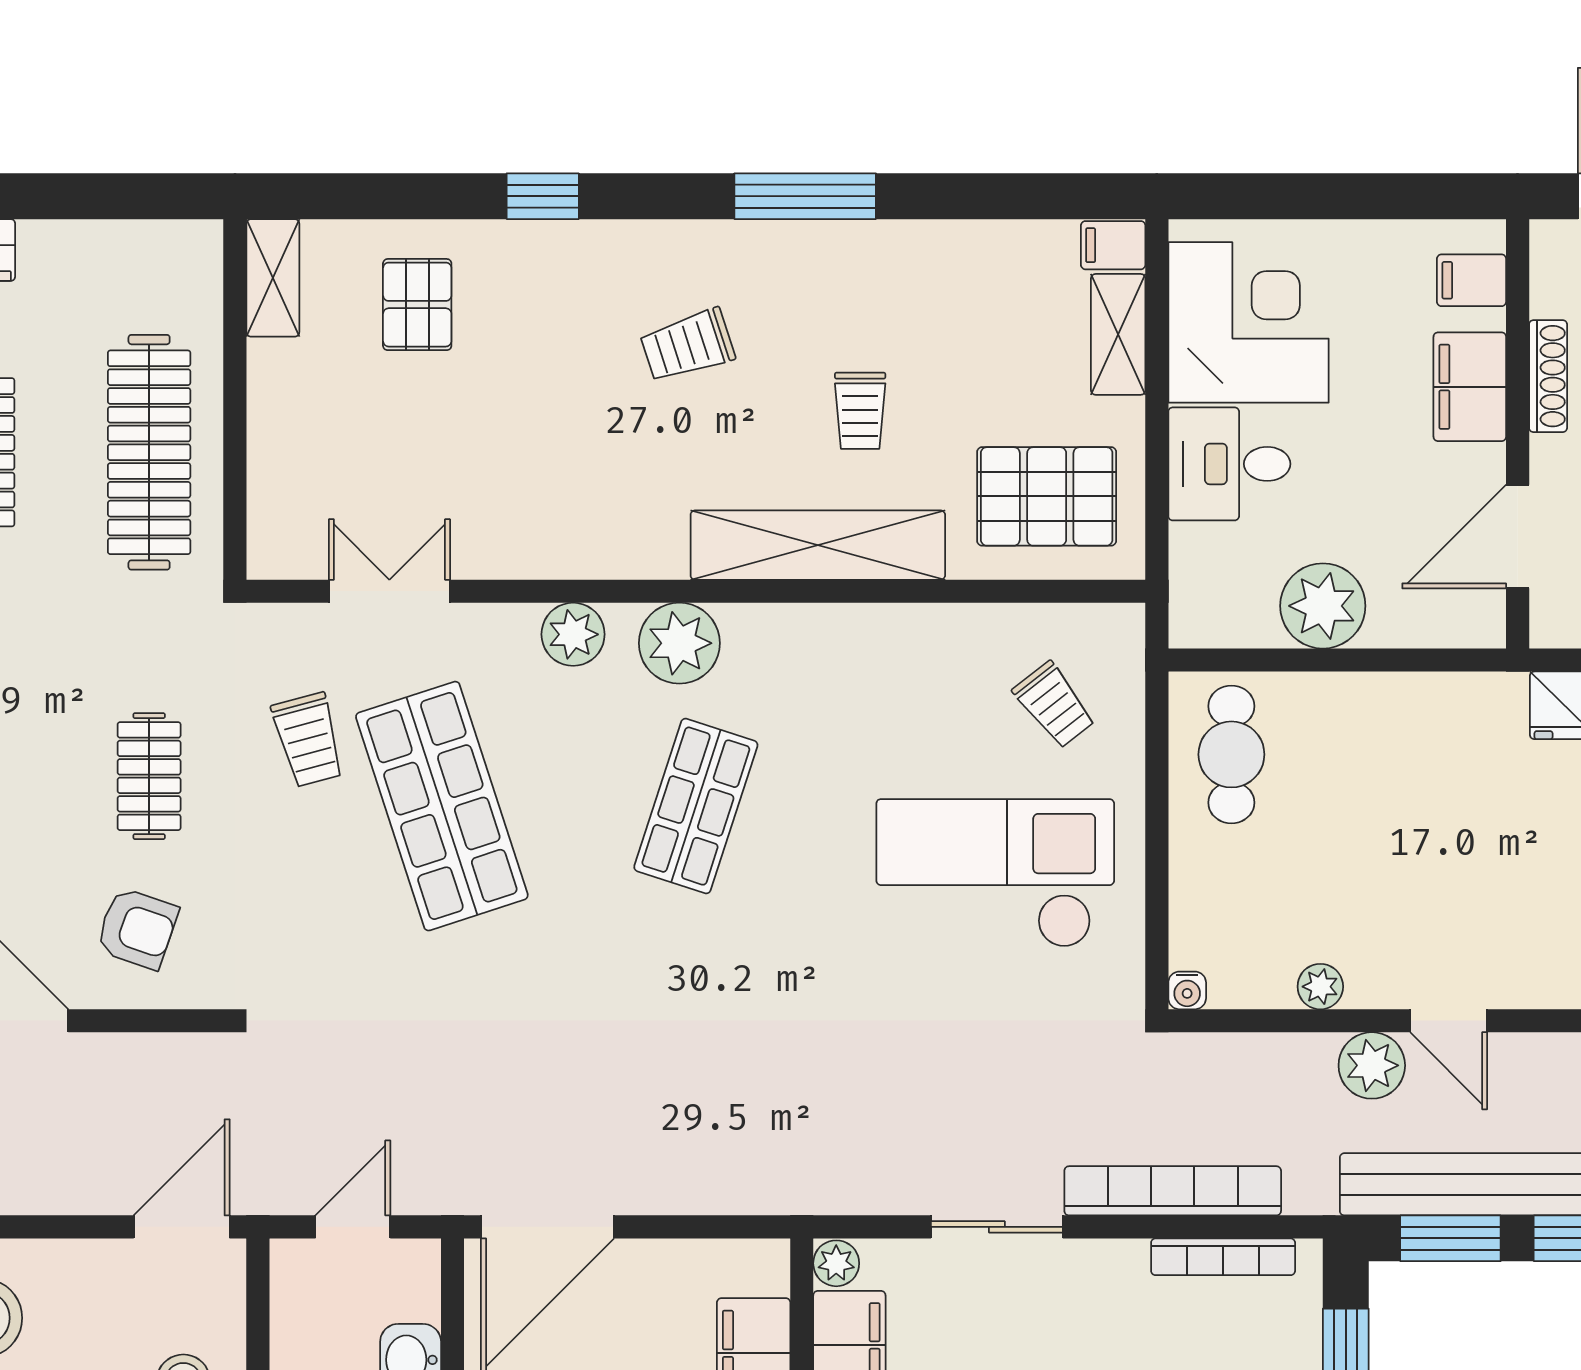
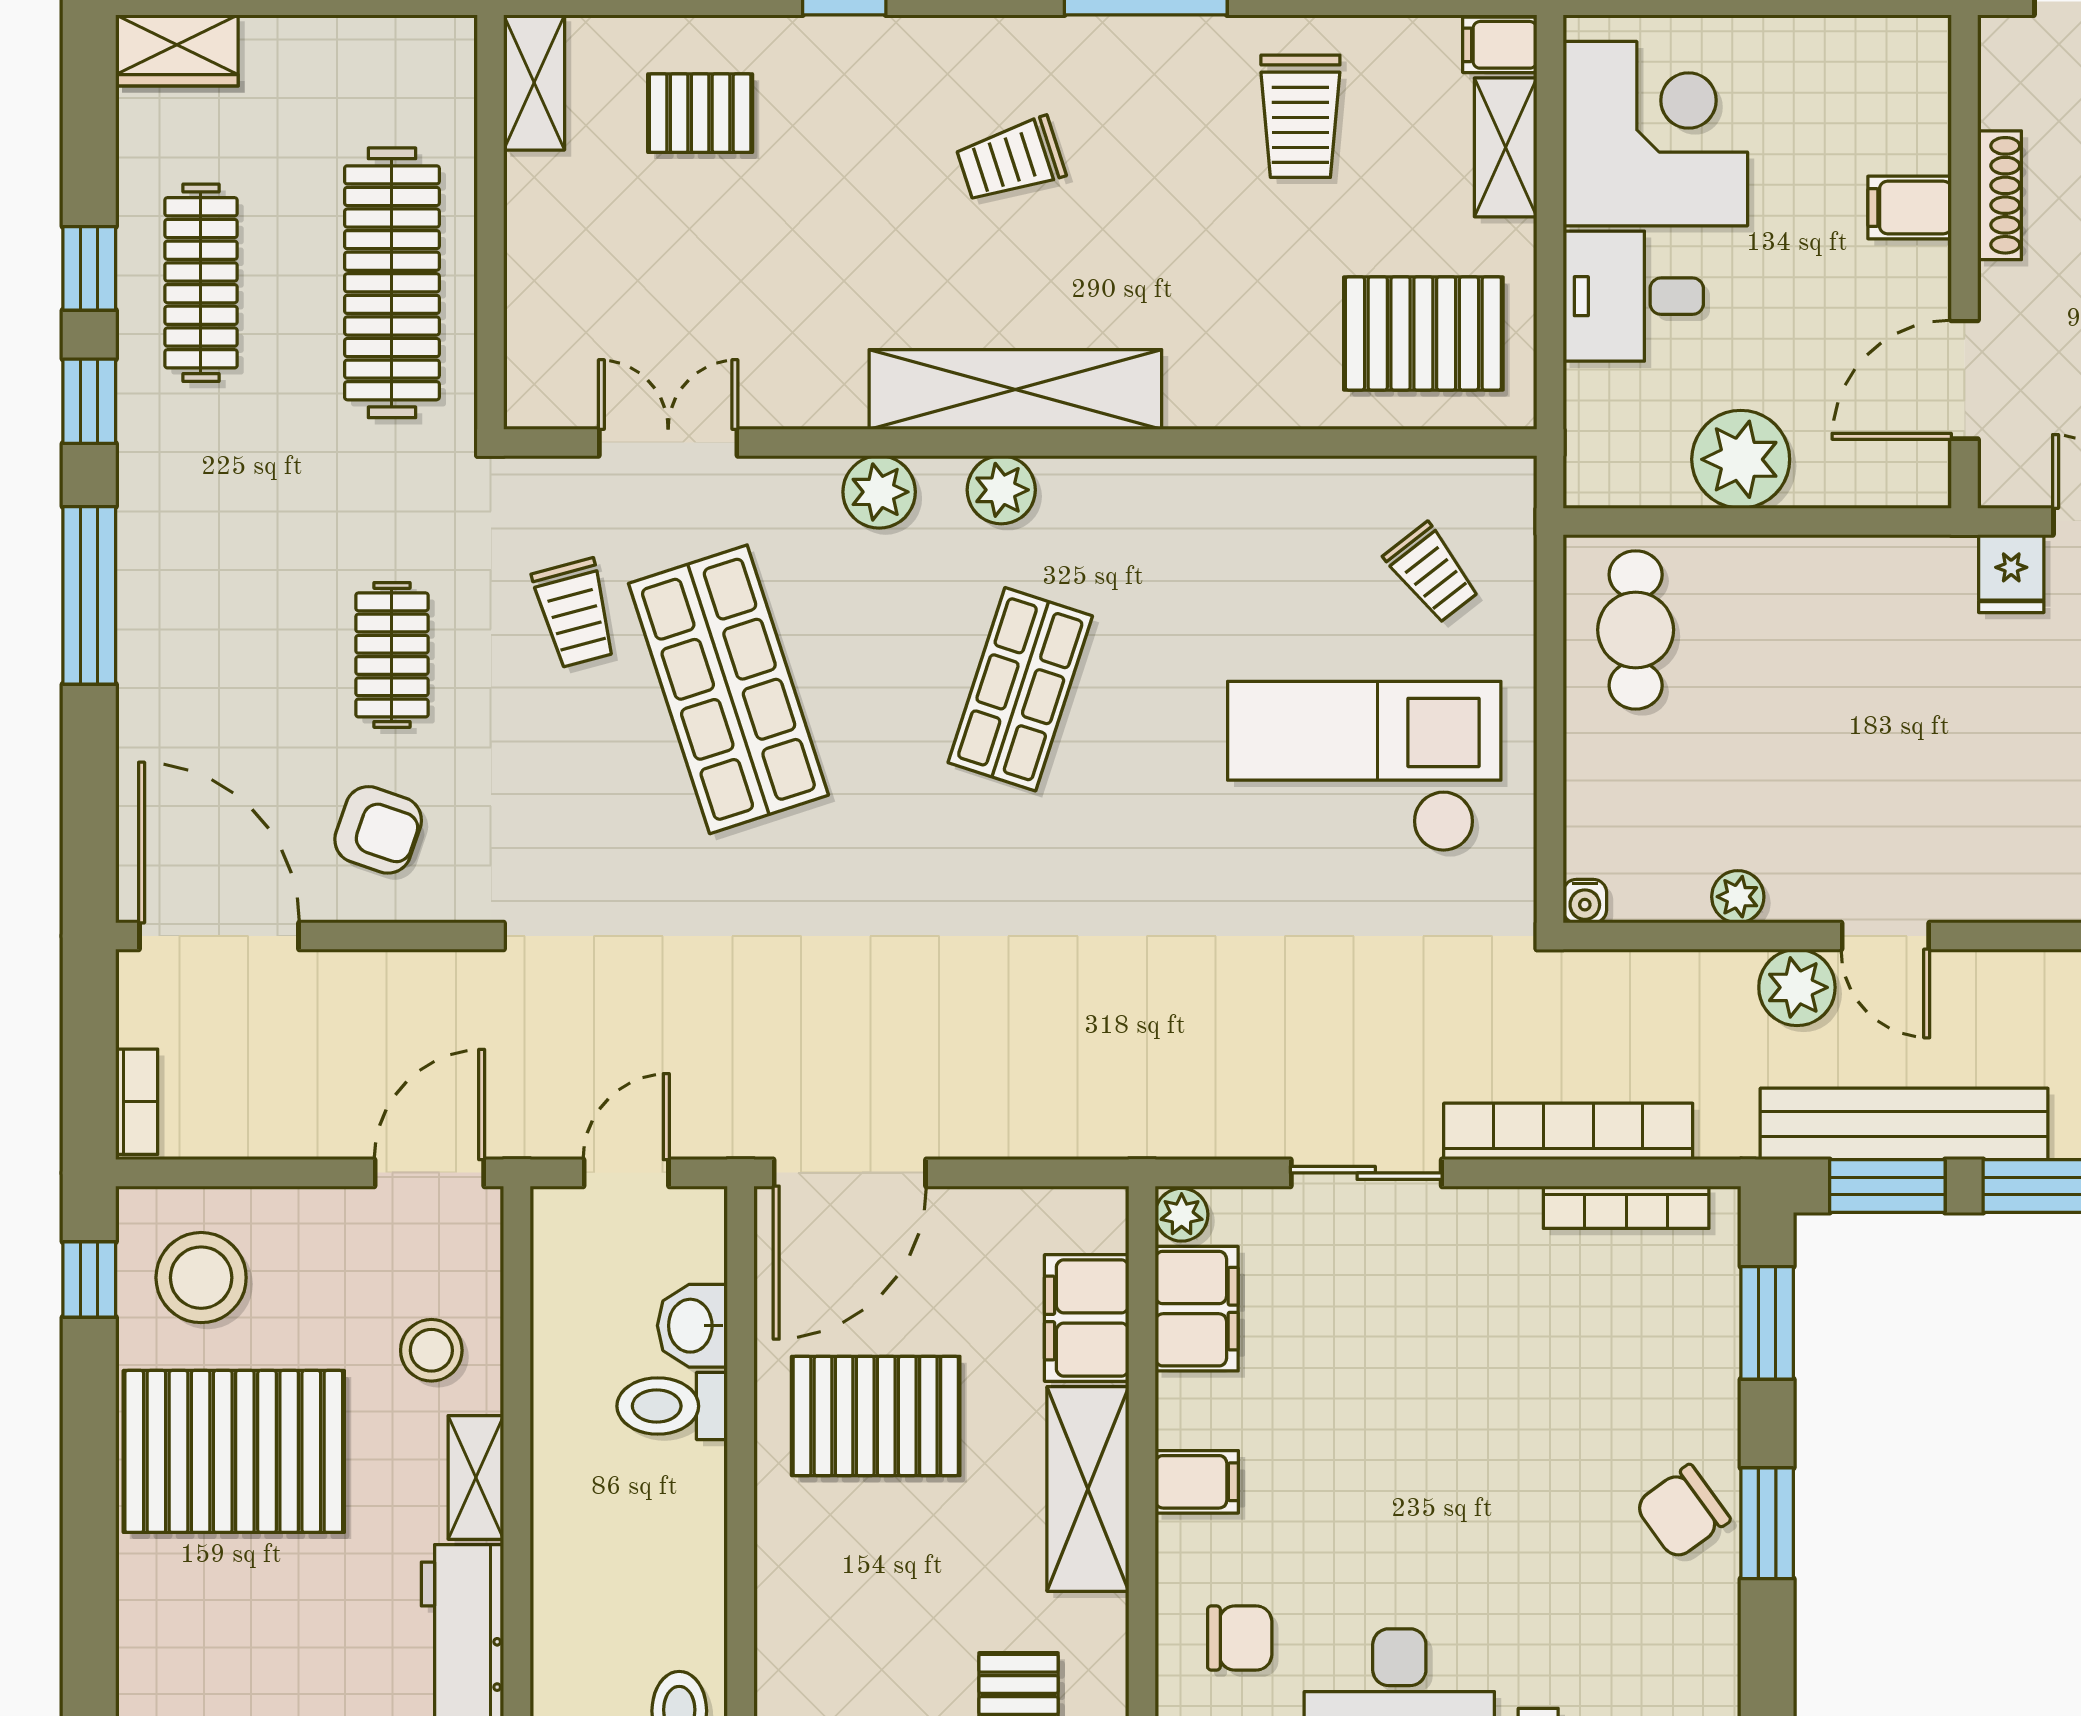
filing cabinet: (1471, 280) -> (1912, 85), removed
pallet: (417, 305) -> (700, 113), turned 90
filing cabinet: (1470, 387) -> (1910, 207), width x0.50
trolley: (860, 411) -> (1300, 116), moved, width x1.36, depth x1.39
shelving: (818, 545) -> (1015, 389), moved
plant: (679, 643) -> (1001, 490), width x0.73, depth x0.73

